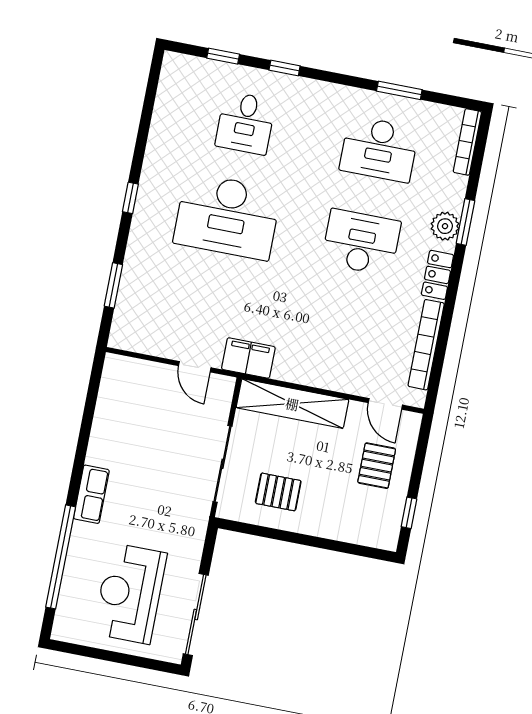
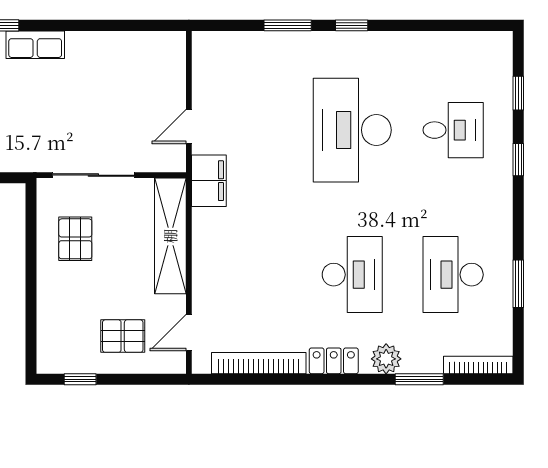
desk: (245, 123) -> (453, 130), turned 180
window: (465, 222) -> (419, 379), moved
window: (113, 285) -> (288, 25), moved

